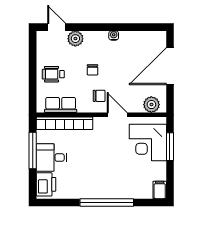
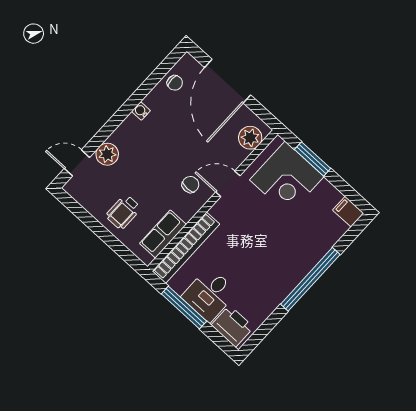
chair: (92, 70) -> (175, 83), moved

